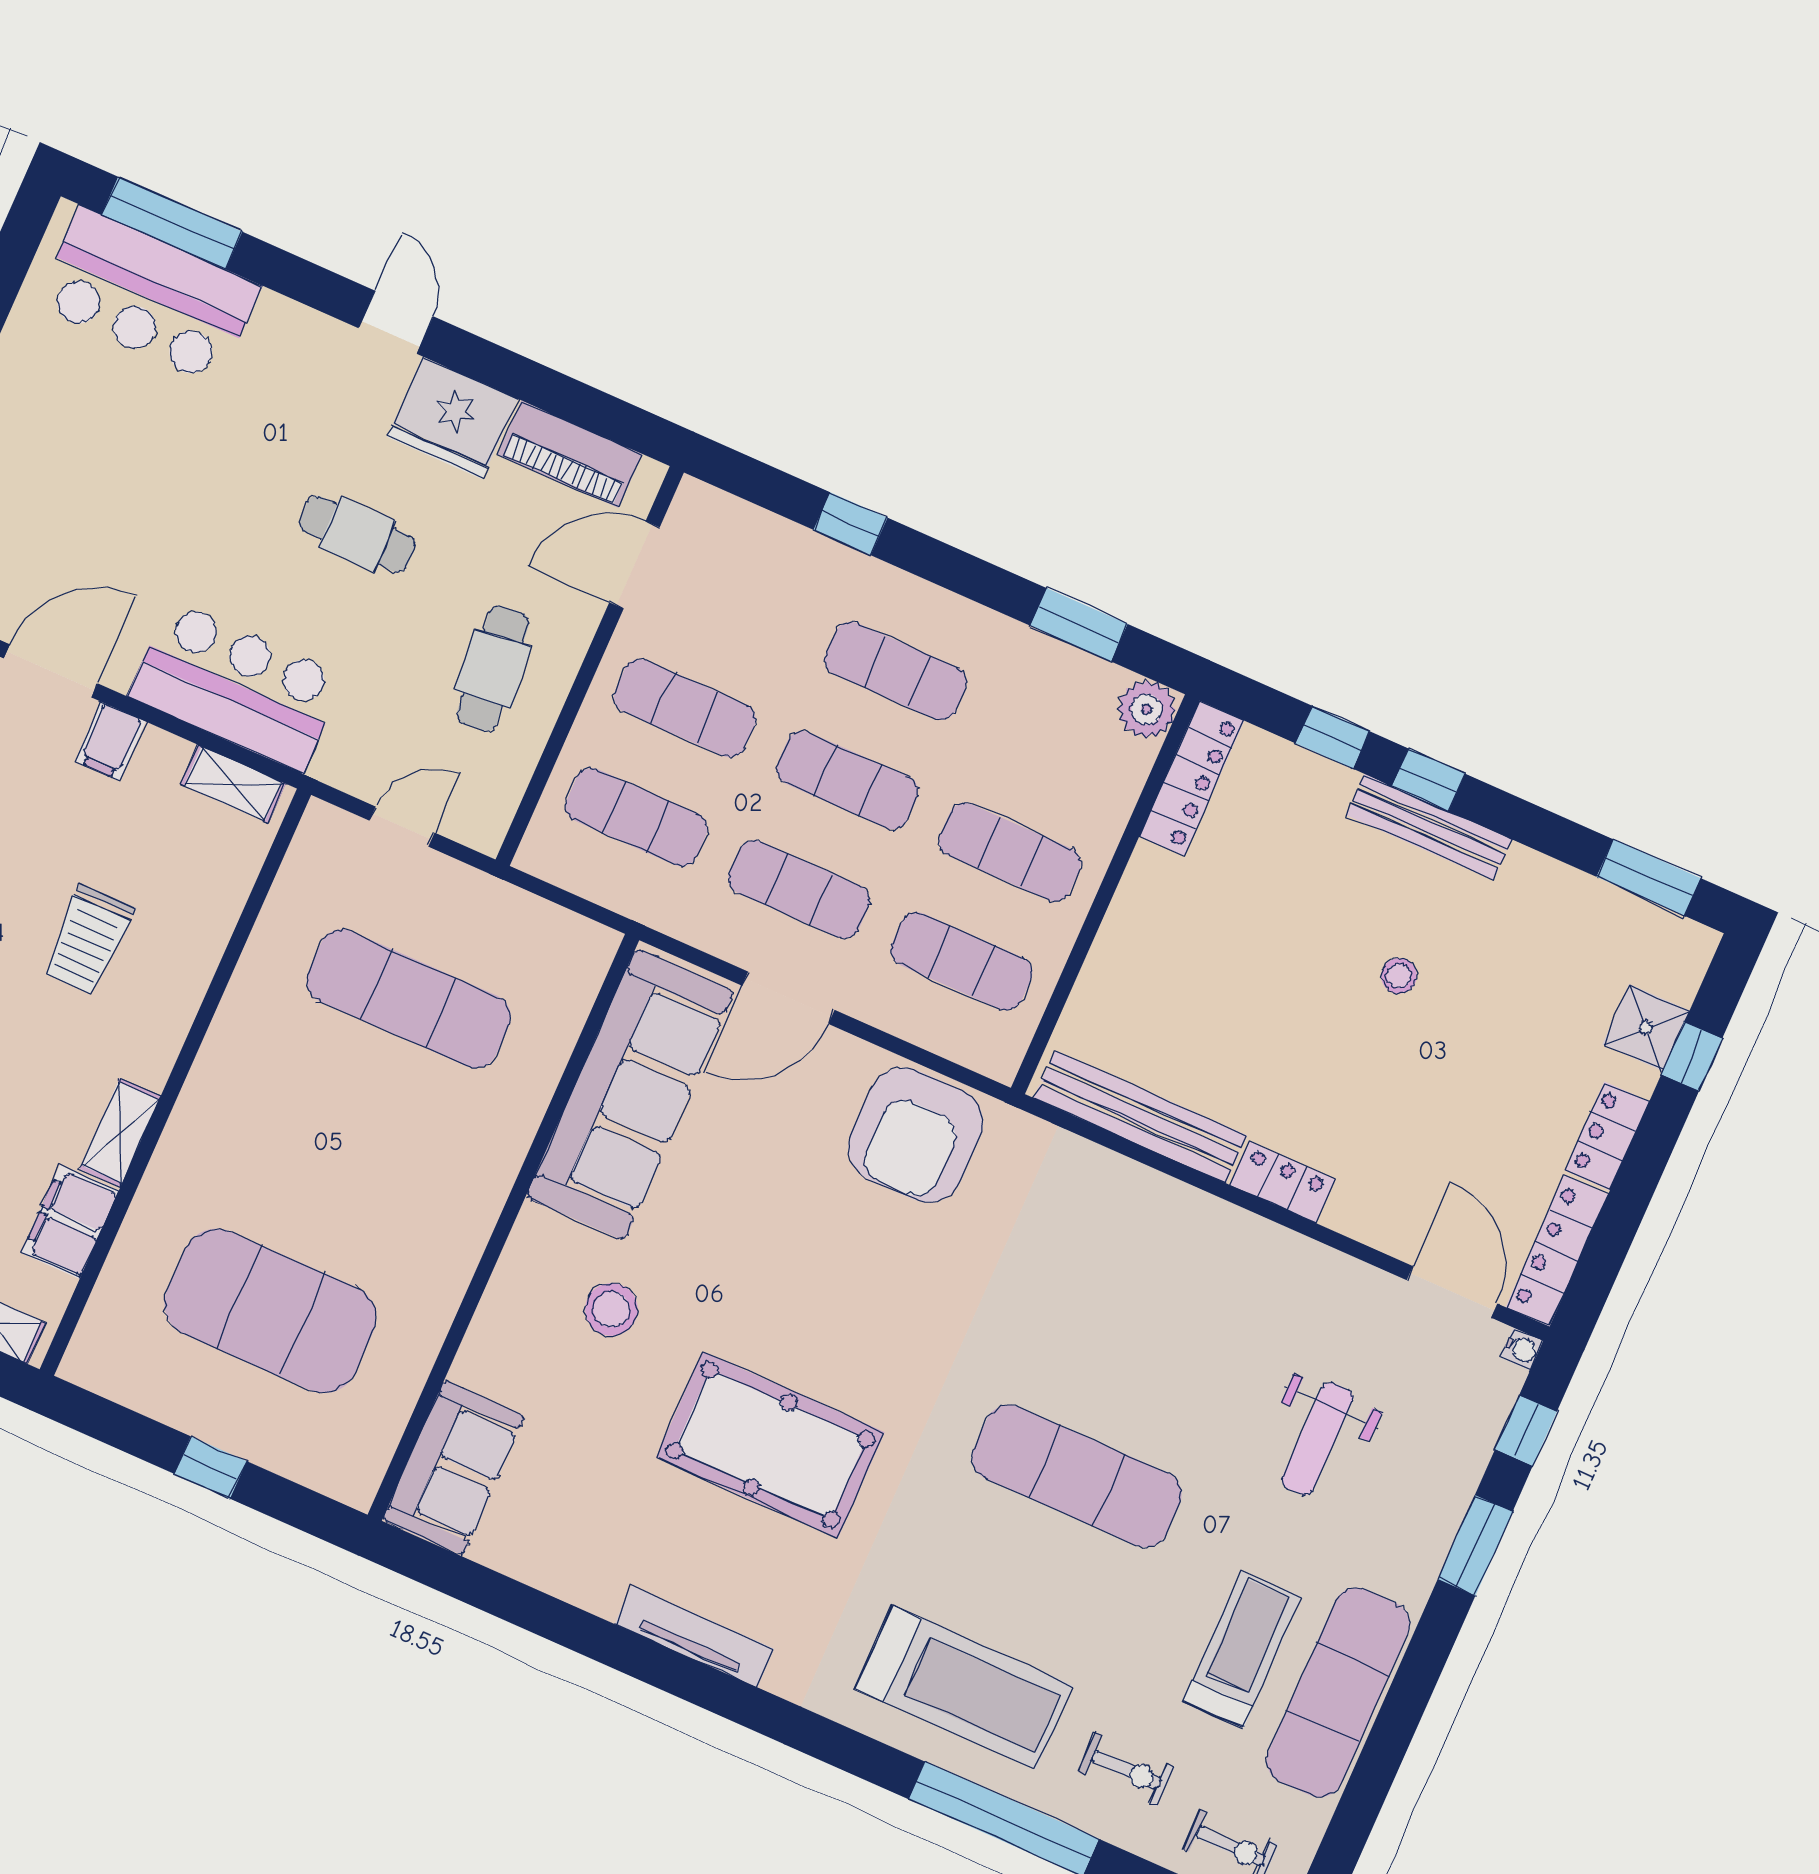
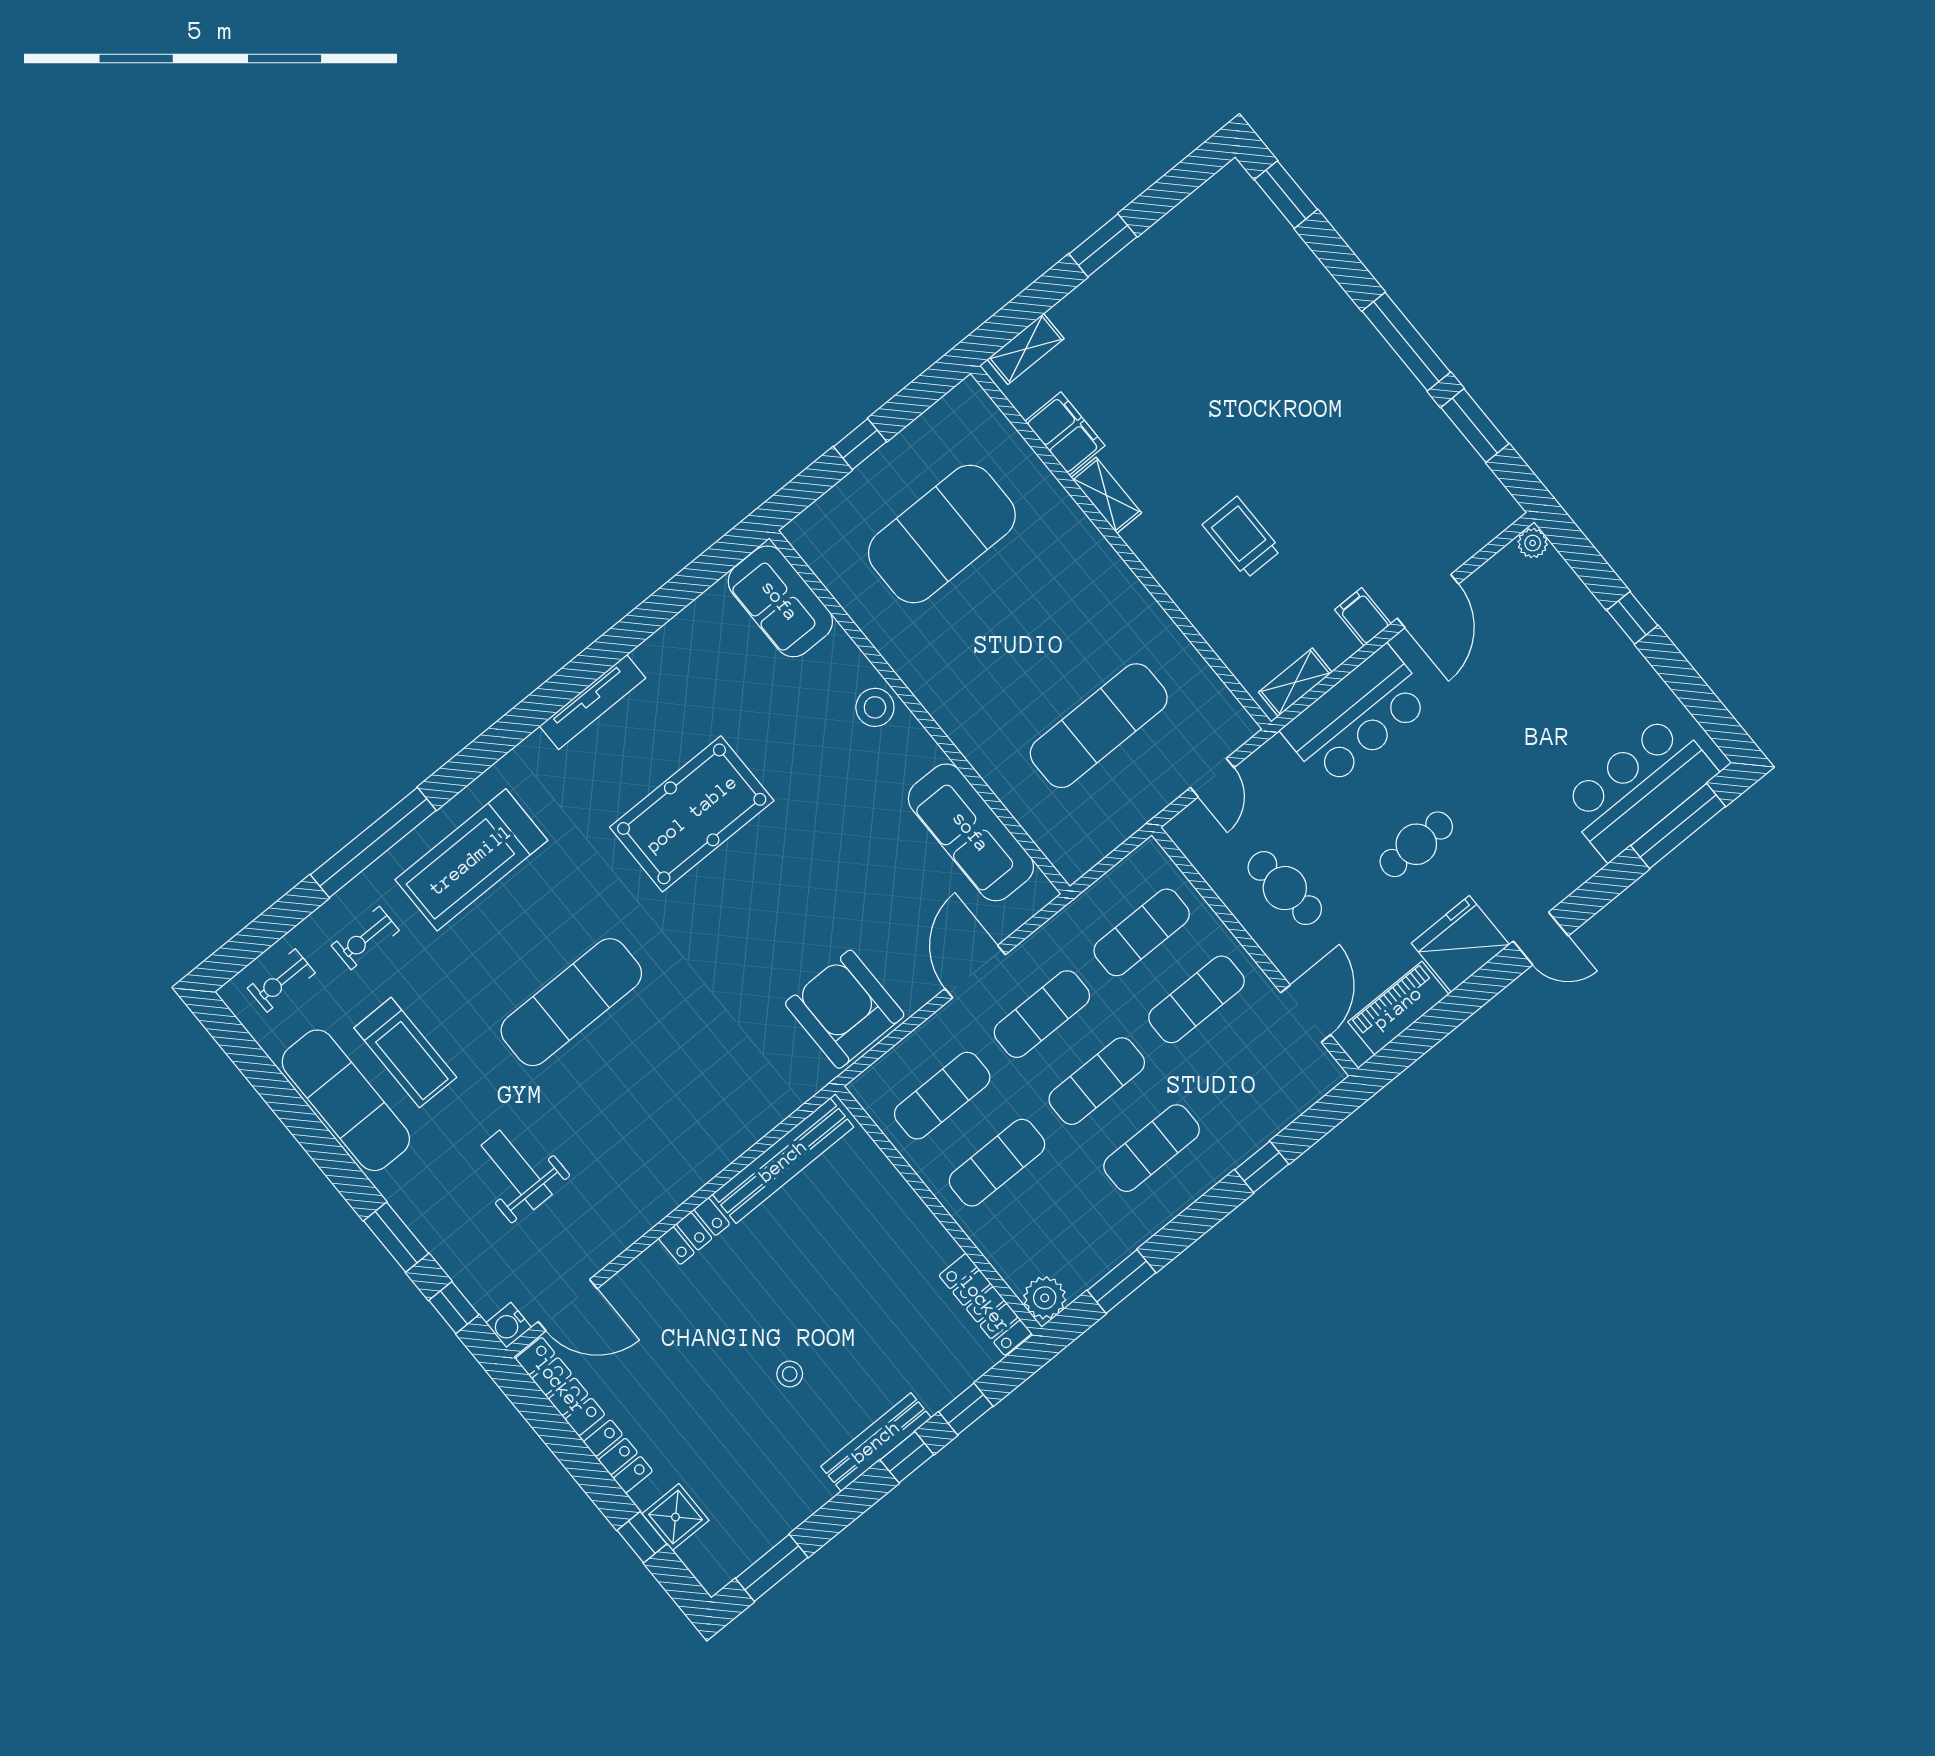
sofa: (630, 1094) -> (971, 832), width x0.74, depth x0.79
stool: (611, 1309) -> (875, 707), moved
water cooler: (1522, 1349) -> (509, 1325), width x1.38, depth x1.38

